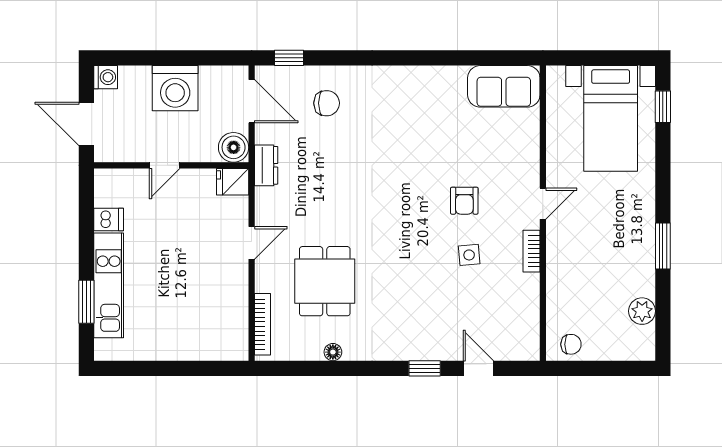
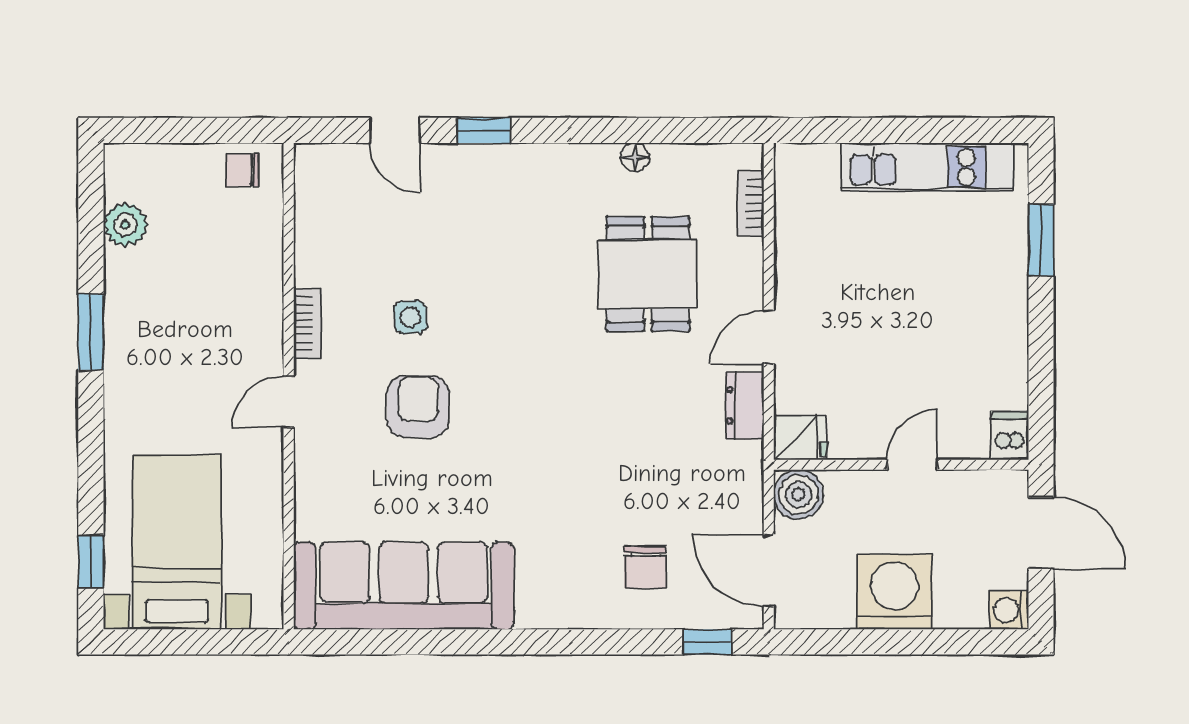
sofa: (504, 86) -> (404, 586), width x1.85, depth x1.27
chair: (327, 103) -> (645, 567), turned -90
dresser: (266, 165) -> (745, 405), moved
armchair: (464, 201) -> (418, 407), width x1.38, depth x1.38
dishwasher: (109, 220) -> (1010, 436), moved, turned 90
kitchen unit: (109, 285) -> (927, 167), moved, turned -90
bookcase: (262, 324) -> (751, 203), width x0.64

